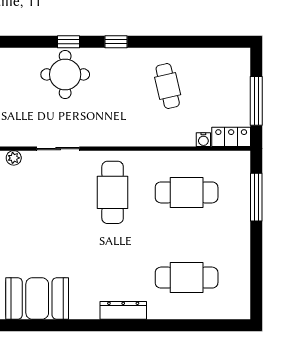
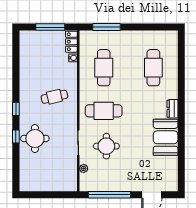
cafe table: (168, 86) -> (54, 97), moved
round table: (52, 197) -> (106, 146), added
booth: (37, 299) -> (166, 137), moved
dresser: (123, 310) -> (173, 109), width x0.70

